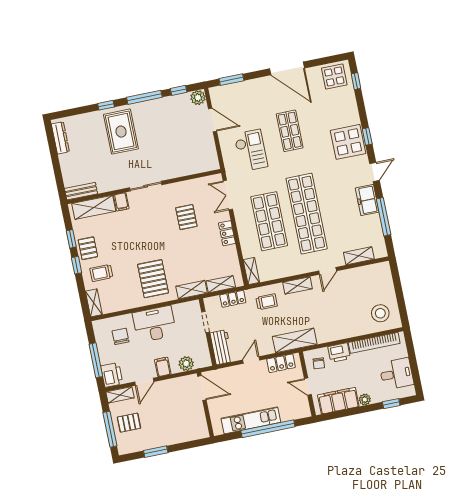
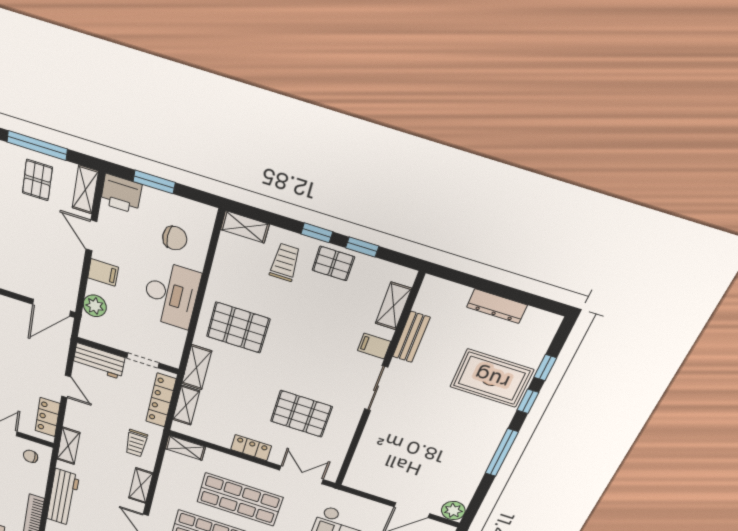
window: (179, 90) -> (545, 368), moved
rug: (121, 132) -> (492, 378), moved
dresser: (60, 138) -> (497, 306), moved
bench: (81, 191) -> (411, 337), moved
shelving: (94, 207) -> (393, 306), width x0.67, depth x0.75
pallet: (186, 217) -> (301, 414), width x1.50, depth x1.42
locker: (233, 299) -> (161, 400), width x1.53
workbench: (340, 331) -> (63, 497), added
shelving: (295, 340) -> (68, 446), width x0.67, depth x0.75
printer: (339, 353) -> (36, 483), removed
window: (96, 360) -> (154, 182), width x0.69

